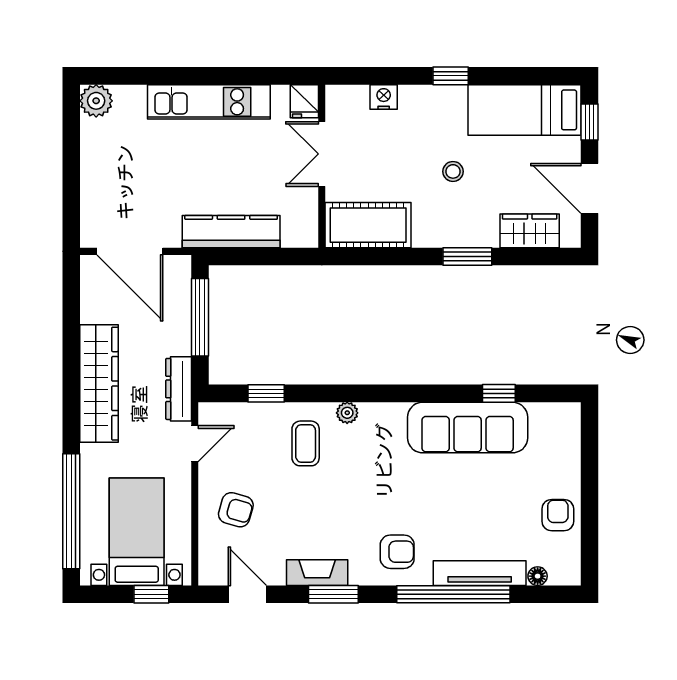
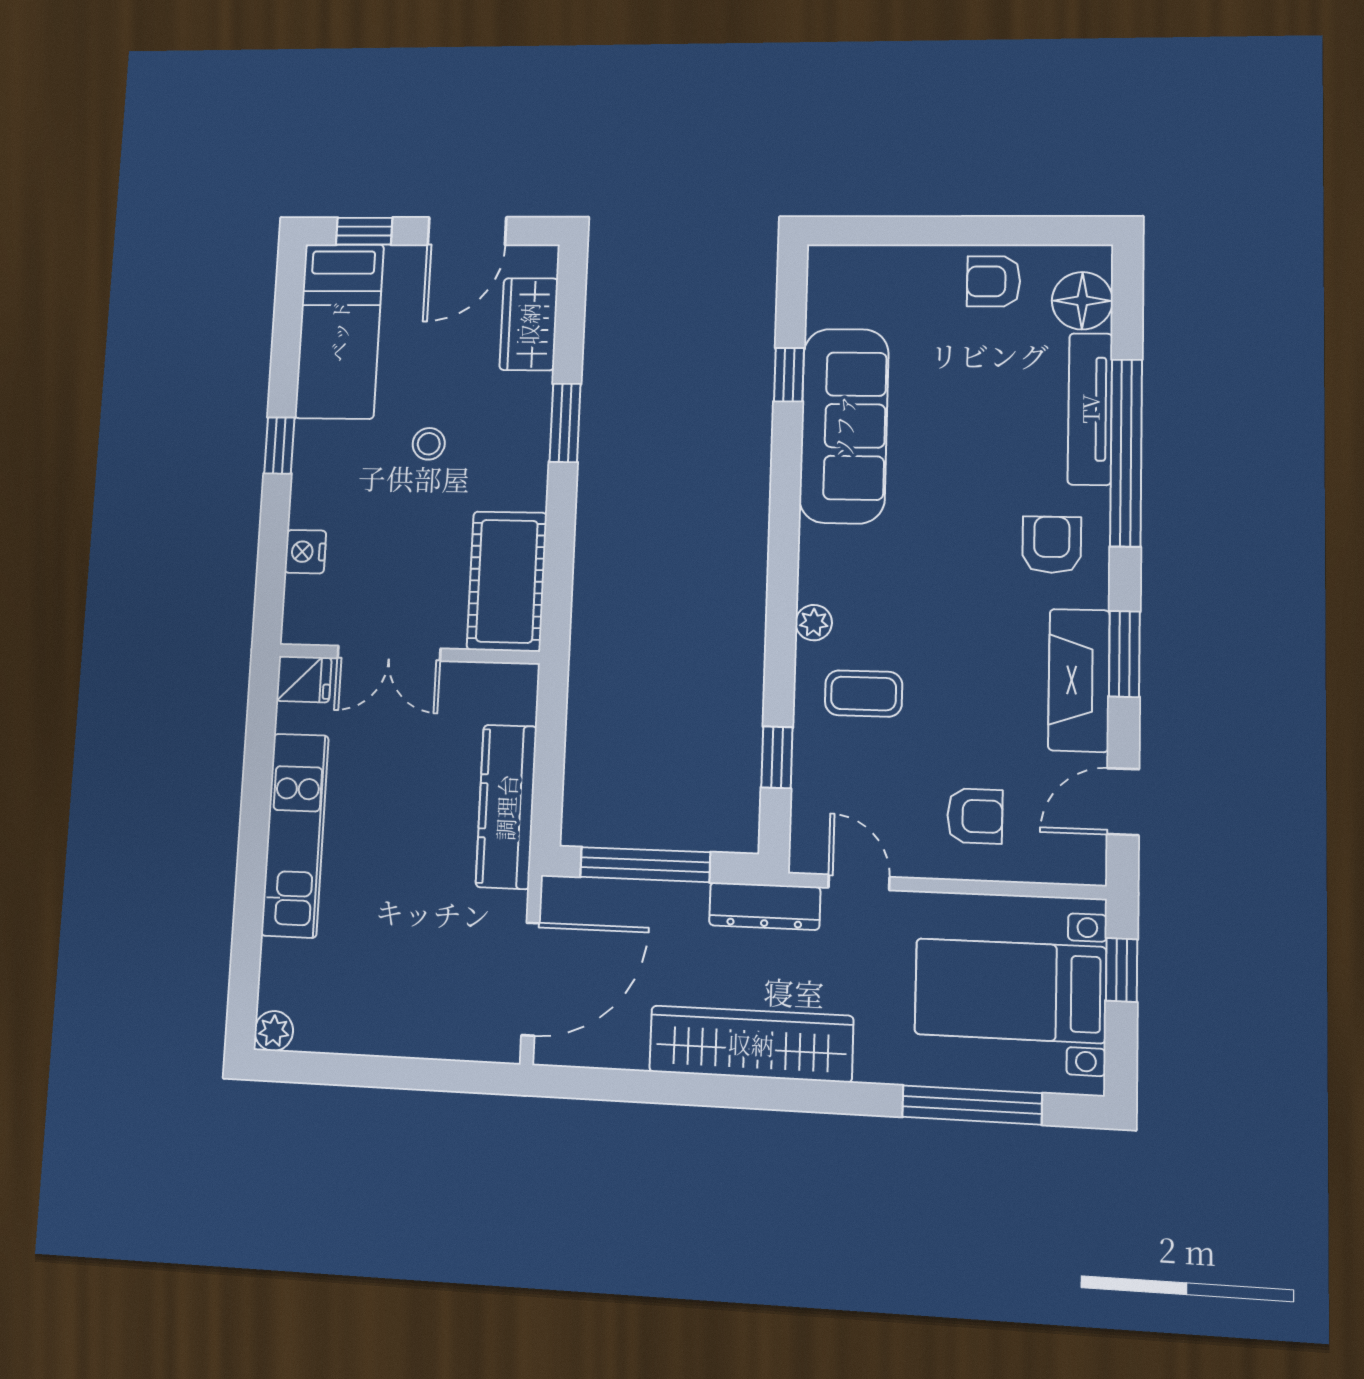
plant: (96, 101) -> (274, 1031), width x0.73, depth x0.73
armchair: (236, 510) -> (975, 816), turned 74
window: (71, 511) -> (972, 1105), width x0.68
fireplace: (317, 573) -> (1079, 680), width x1.37, depth x1.32
floor lamp: (538, 576) -> (1082, 301), width x1.89, depth x1.89

